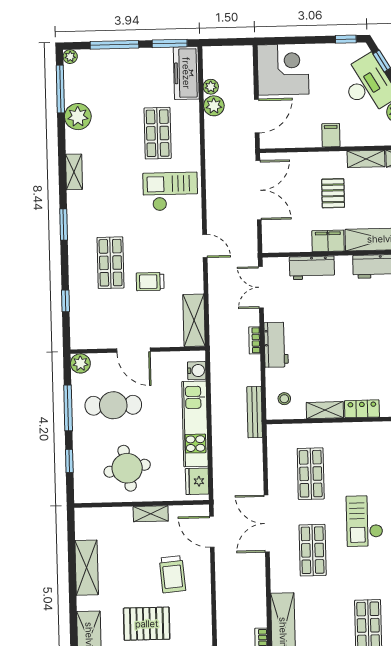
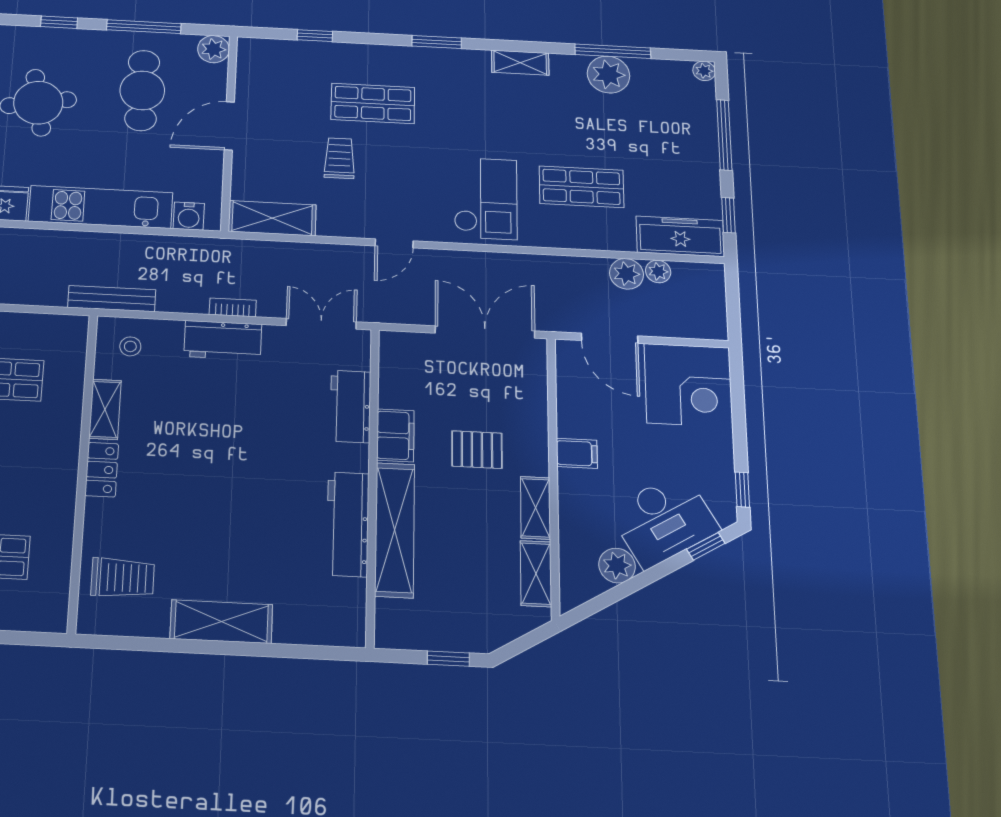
window: (170, 43) -> (728, 215), width x0.67
window: (60, 89) -> (613, 51), moved
double door: (259, 190) -> (485, 332), swing flipped

